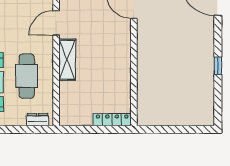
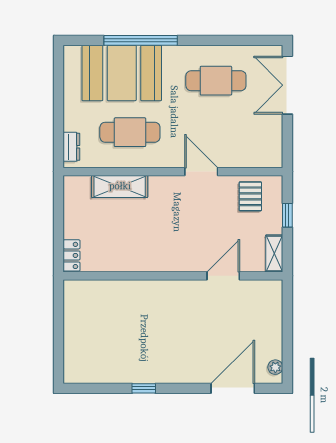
shelving: (67, 60) -> (120, 186), moved
locker: (112, 120) -> (72, 255), width x0.66

